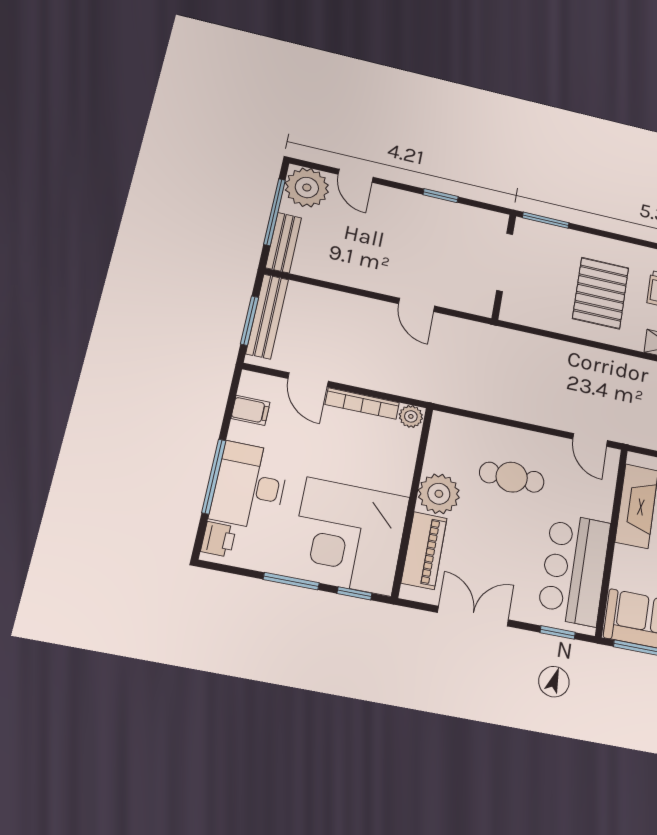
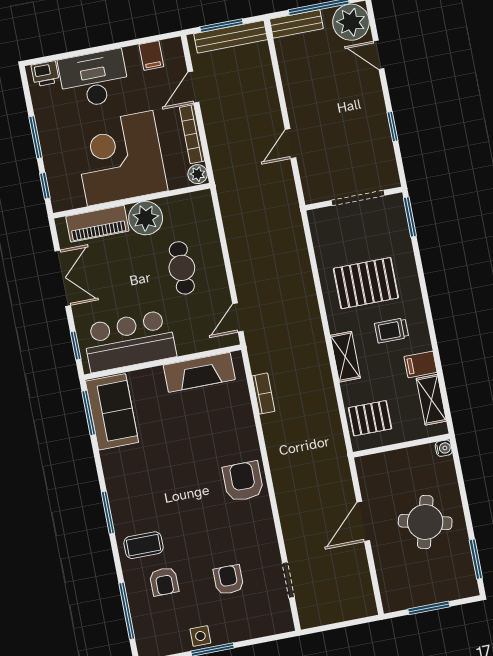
door: (356, 176) -> (379, 55), hinge flipped
window: (214, 476) -> (90, 51), removed
corner desk: (349, 536) -> (120, 158), moved

